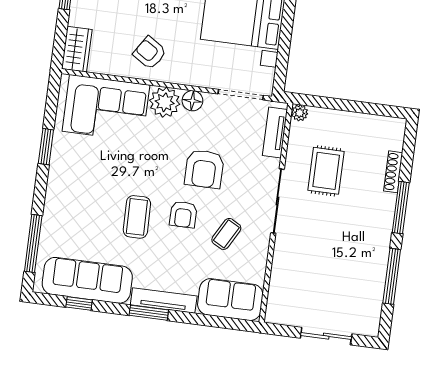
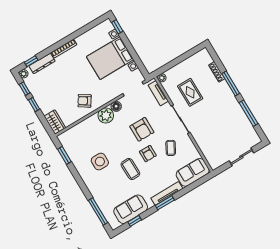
corner sofa: (106, 108) -> (85, 136), removed
window: (46, 147) -> (64, 155), moved
side table: (98, 167) -> (100, 162), added
sofa: (87, 280) -> (131, 209), width x0.73

